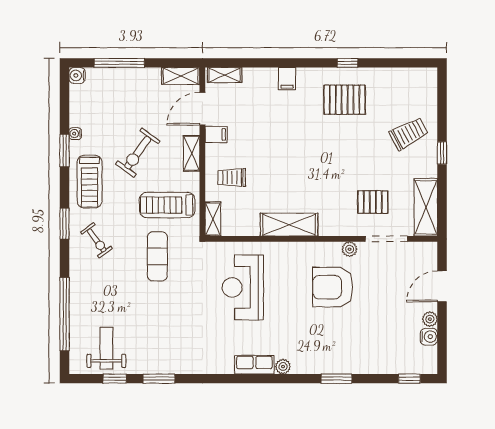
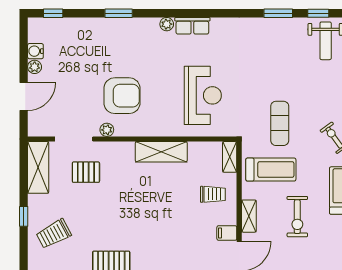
exercise bike: (138, 153) -> (297, 217), turned 144

